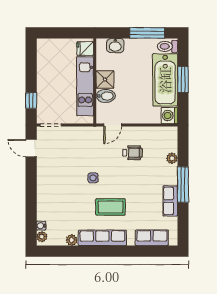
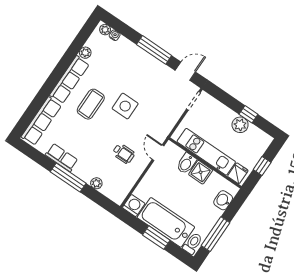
window: (66, 33) -> (262, 166), added
plant: (44, 74) -> (240, 125), added
window: (31, 101) -> (248, 114), moved
wheelchair: (133, 153) -> (124, 153), turned -90
side table: (93, 178) -> (125, 106), width x1.87, depth x1.87
window: (31, 185) -> (154, 50), added
row of seats: (152, 238) -> (41, 121), width x1.48

